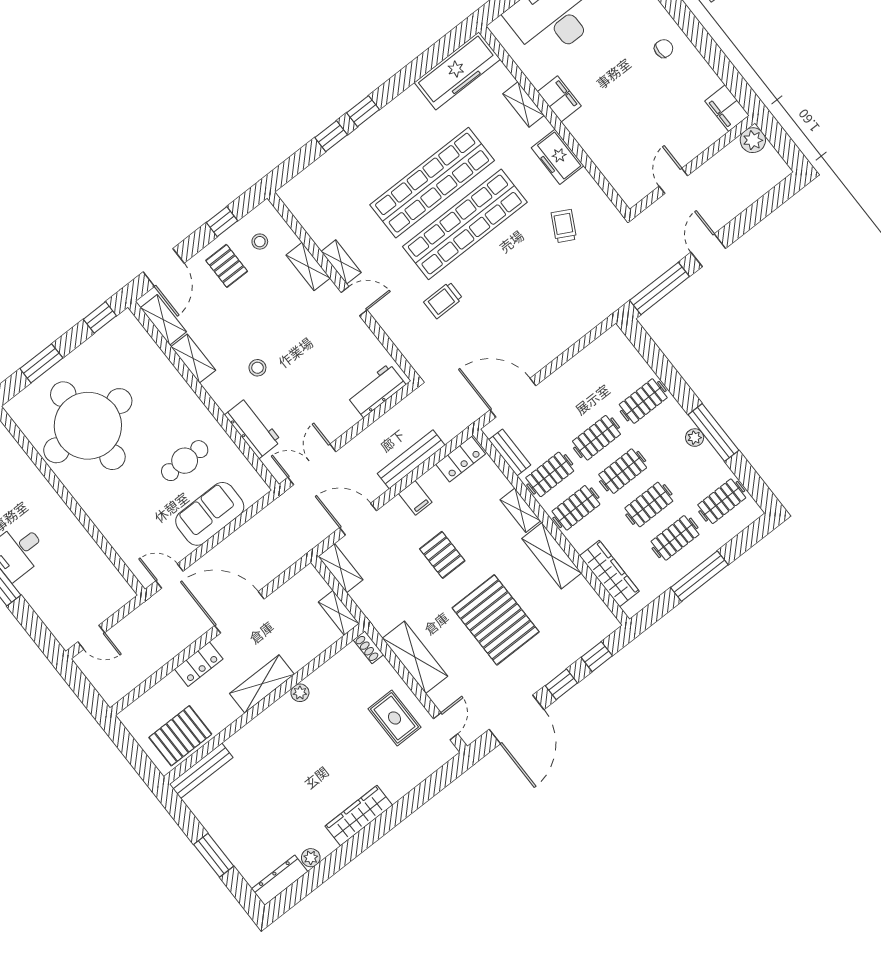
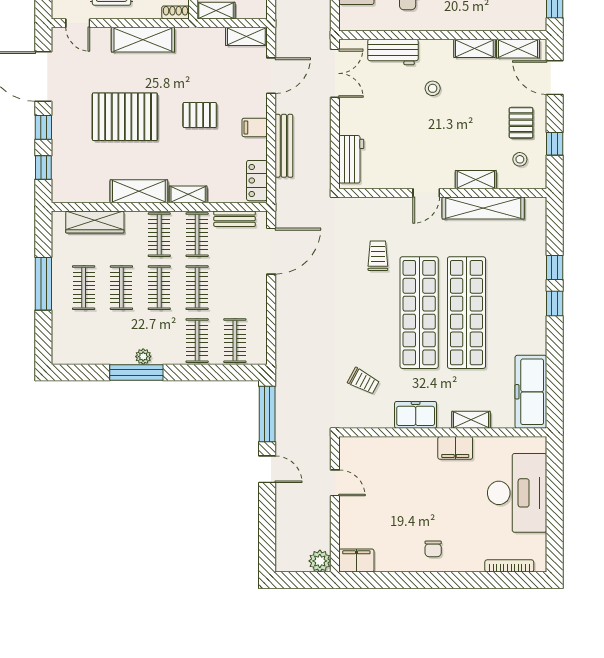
shelving: (341, 262) -> (483, 208), width x2.20, depth x1.33
pallet: (227, 266) -> (521, 123), turned 90
clothes rail: (722, 501) -> (235, 341), moved

